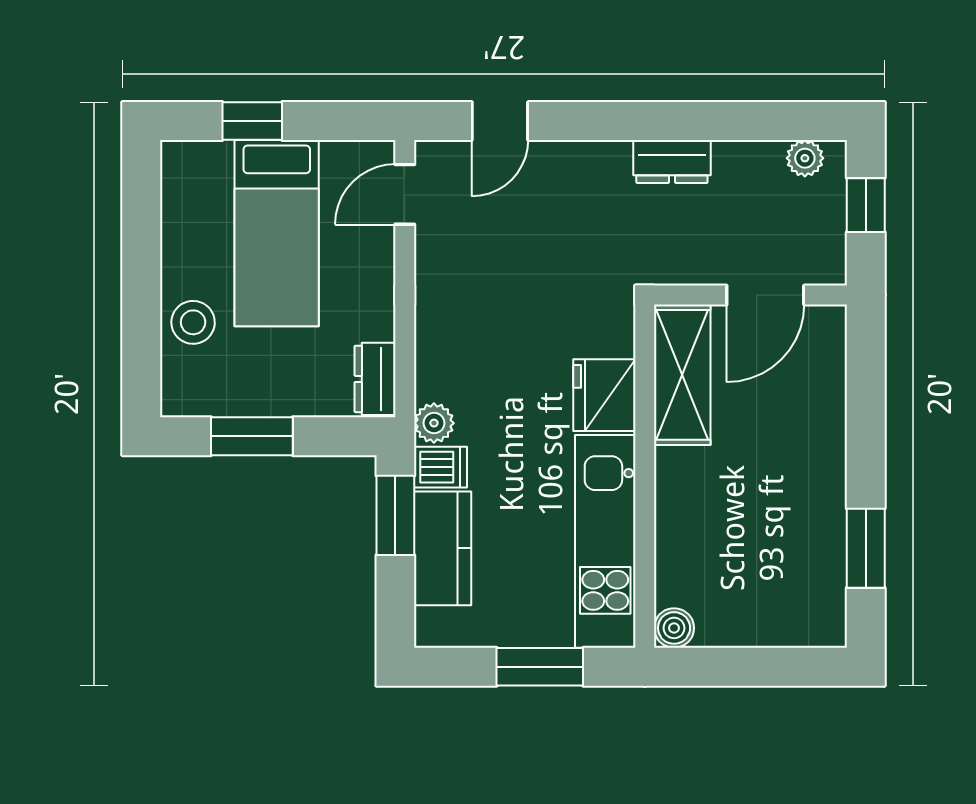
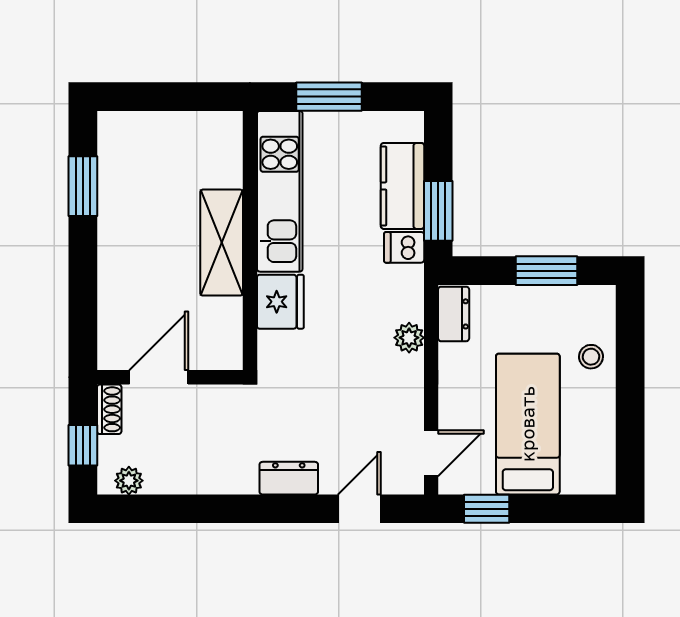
window: (252, 121) -> (487, 509), moved
dresser: (672, 162) -> (289, 478), moved
shoe rack: (831, 253) -> (109, 409), added
stool: (193, 322) -> (591, 357), width x0.73, depth x0.73
shelving: (682, 375) -> (222, 243), moved
plant: (434, 423) -> (409, 338), moved
boiler: (674, 628) -> (228, 126), removed

